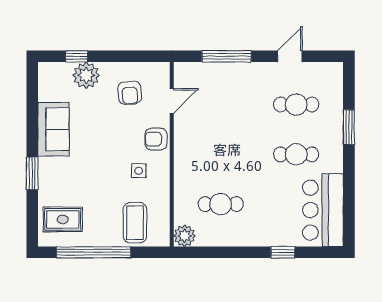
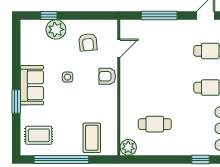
sofa: (53, 129) -> (32, 85), moved
side table: (139, 171) -> (68, 77), moved

